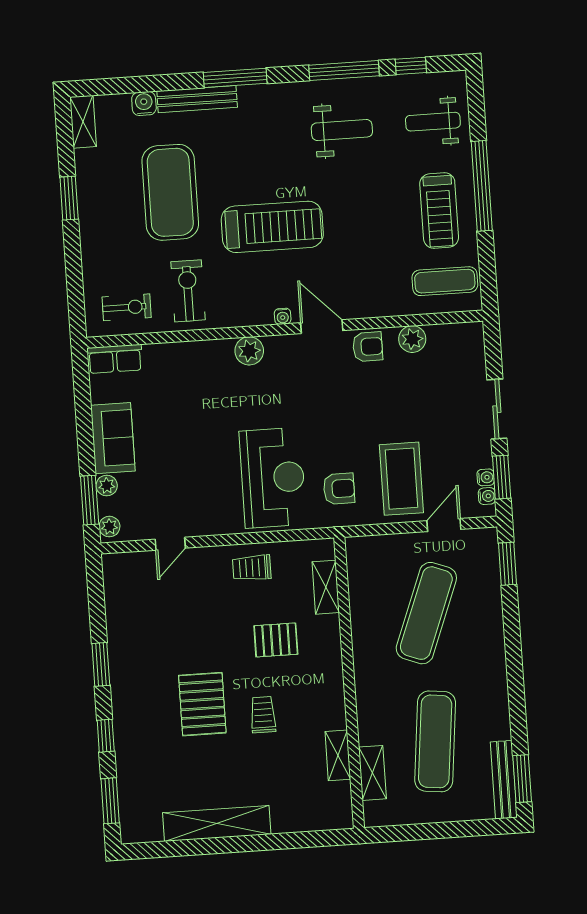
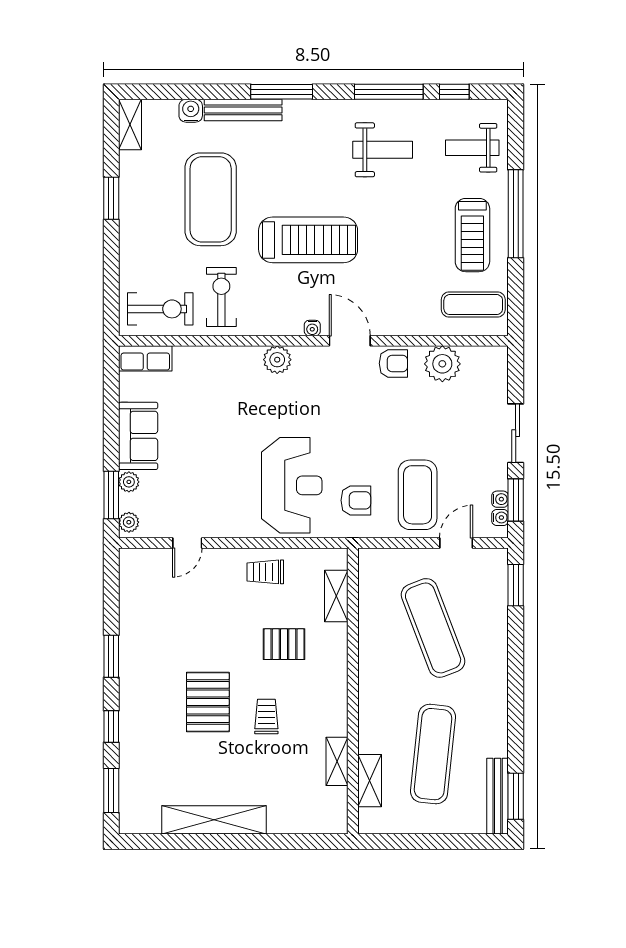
exercise bike: (127, 307) -> (160, 309), width x1.38, depth x1.39
plant: (412, 339) -> (442, 364), width x1.36, depth x1.36
exercise mat: (426, 613) -> (433, 628), turned -42

